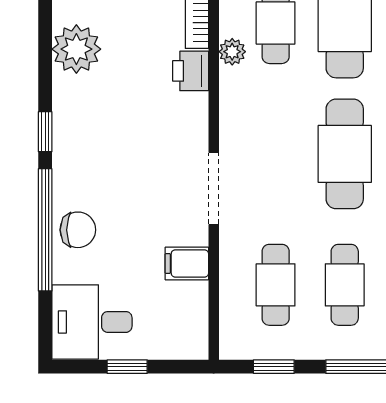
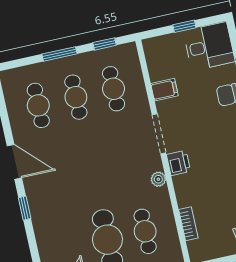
plant: (232, 52) -> (158, 179), moved
printer: (191, 71) -> (179, 163), moved
cafe table: (345, 154) -> (92, 168), removed

